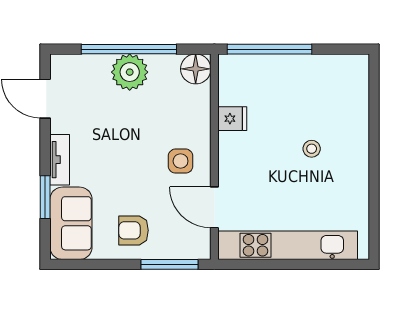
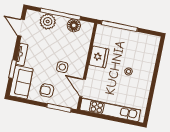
floor lamp: (196, 69) -> (74, 25), moved
plant: (130, 72) -> (48, 21), moved
fridge: (232, 119) -> (99, 57), width x1.88, depth x1.34
side table: (181, 161) -> (62, 67), moved

